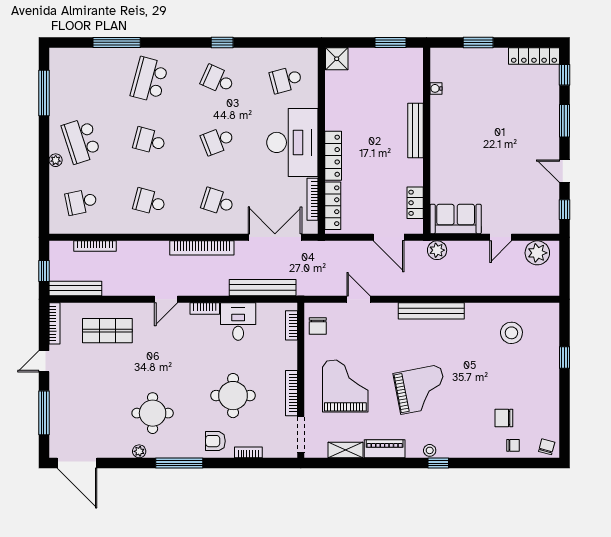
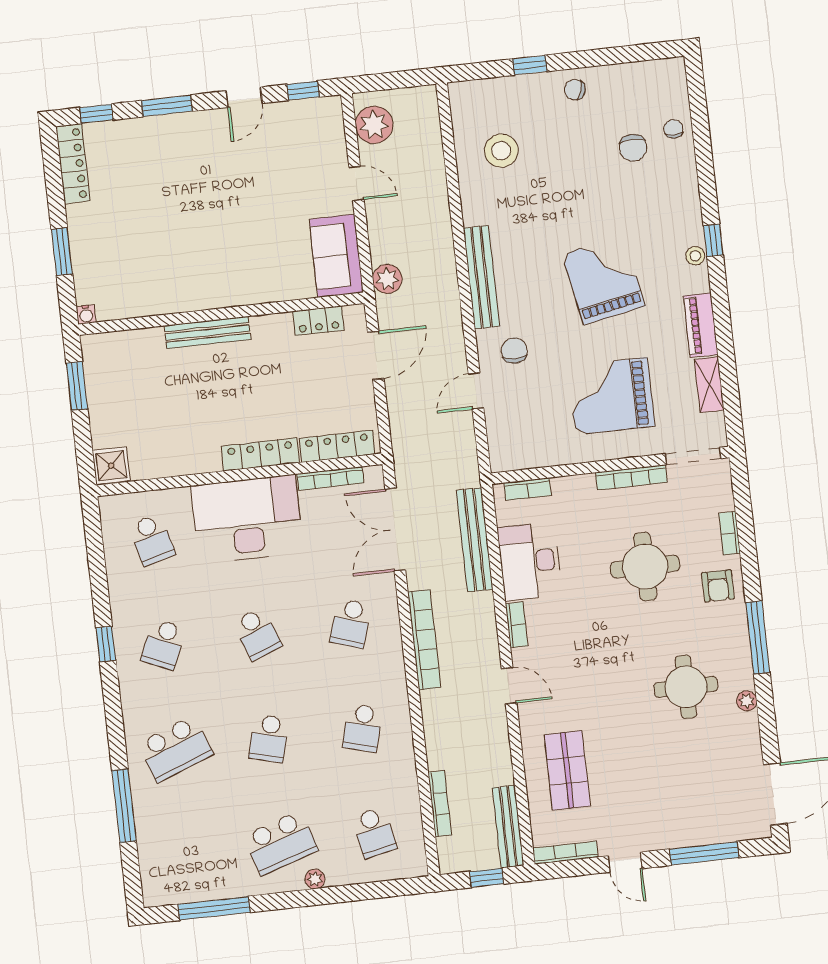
school desk: (149, 80) -> (175, 749), turned -36
water cooler: (436, 88) -> (86, 314), moved
desk: (238, 322) -> (530, 561), width x1.37
chair: (318, 326) -> (514, 351), moved, turned -90
chair: (547, 447) -> (575, 90), moved

